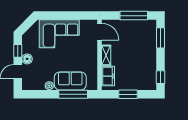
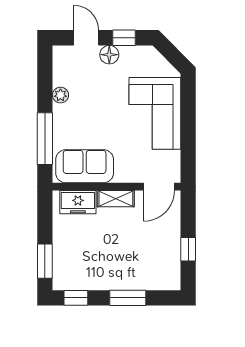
window: (134, 16) -> (188, 249), width x0.46
window: (161, 38) -> (128, 298), moved
sofa: (70, 81) -> (85, 166), moved, turned -90
window: (128, 94) -> (45, 261), moved

